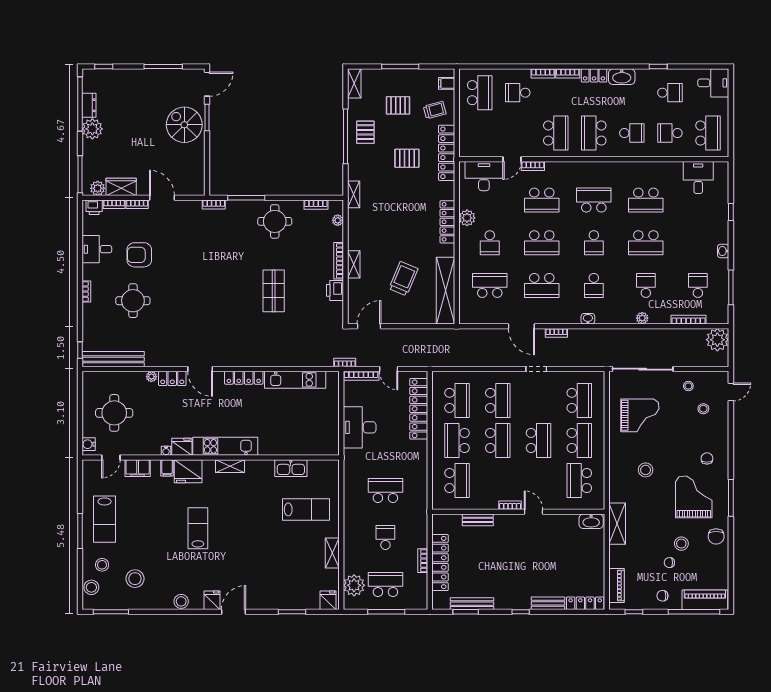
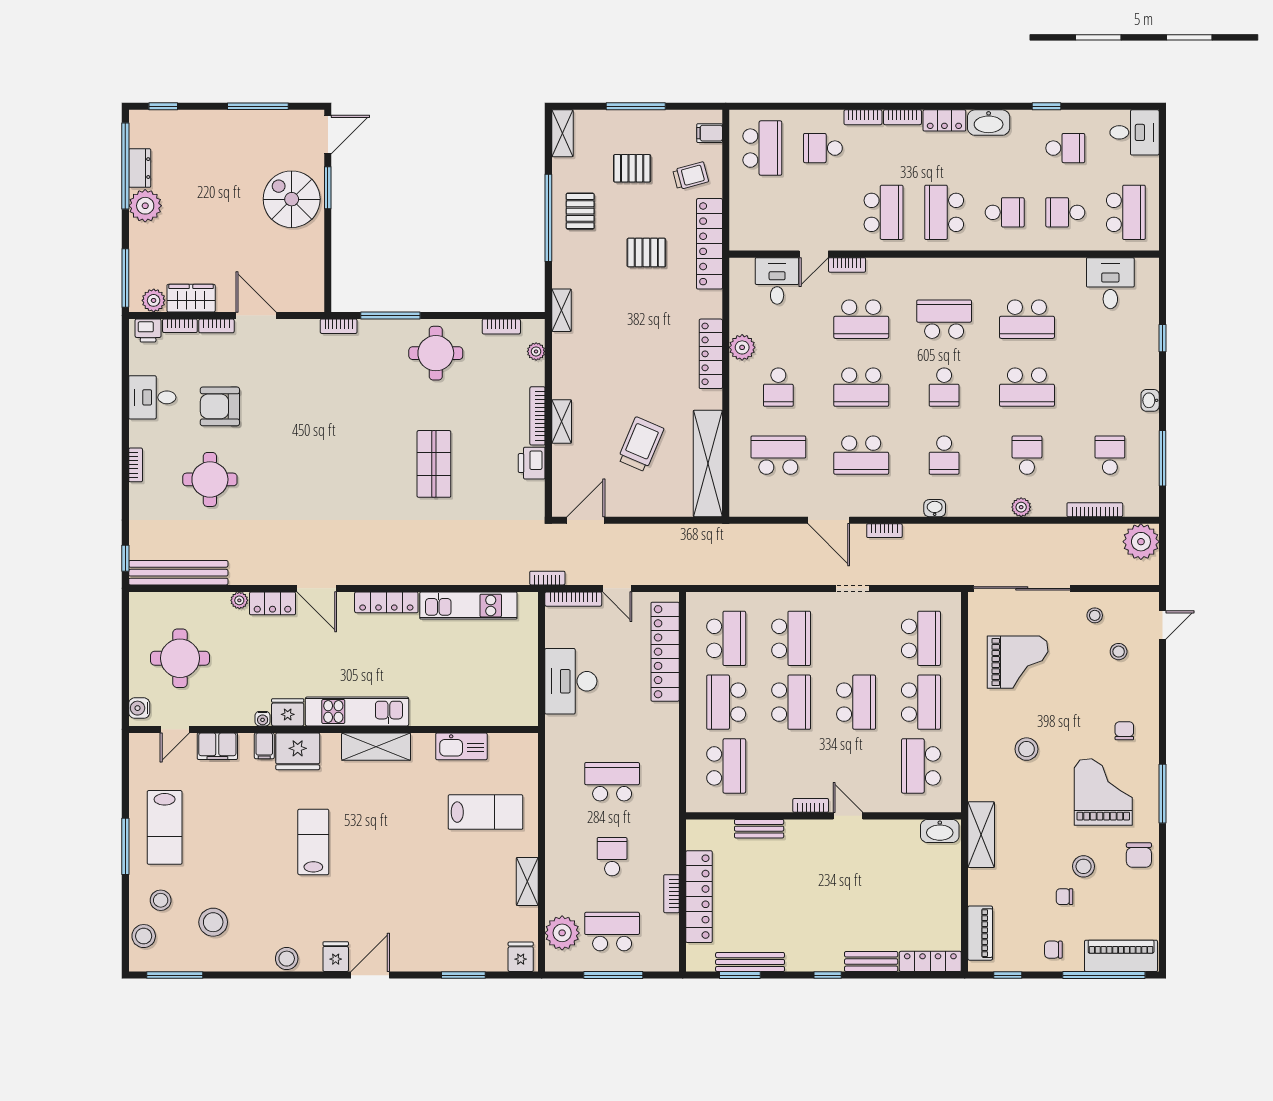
desk: (484, 176) -> (777, 281), width x0.73
shelving: (230, 466) -> (376, 747), width x1.50, depth x1.33

